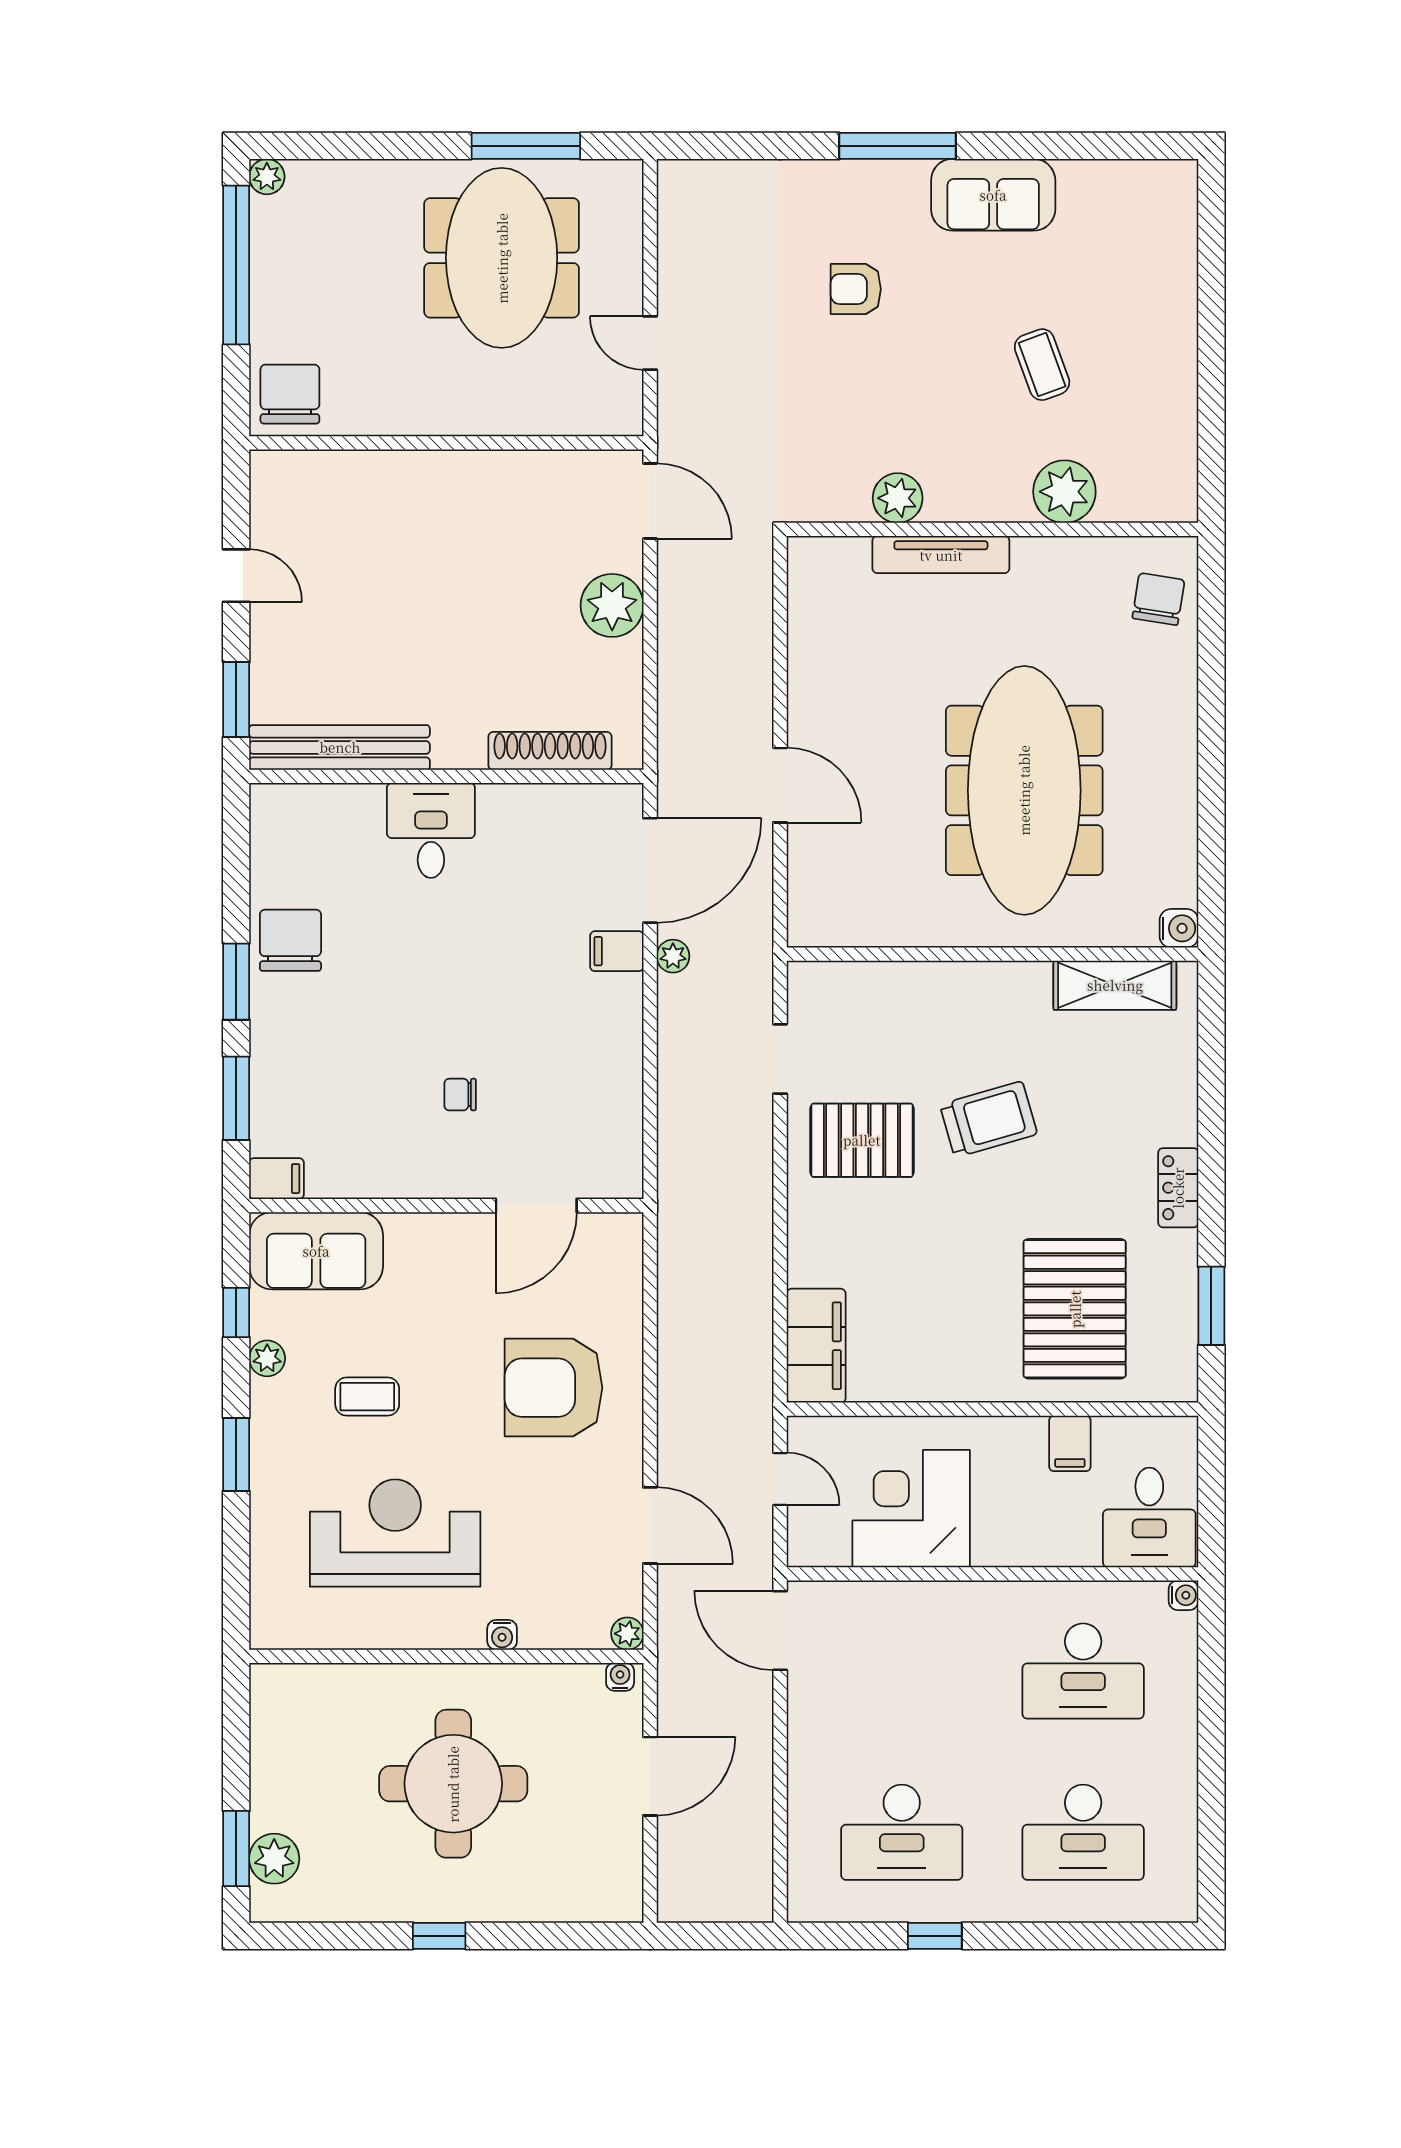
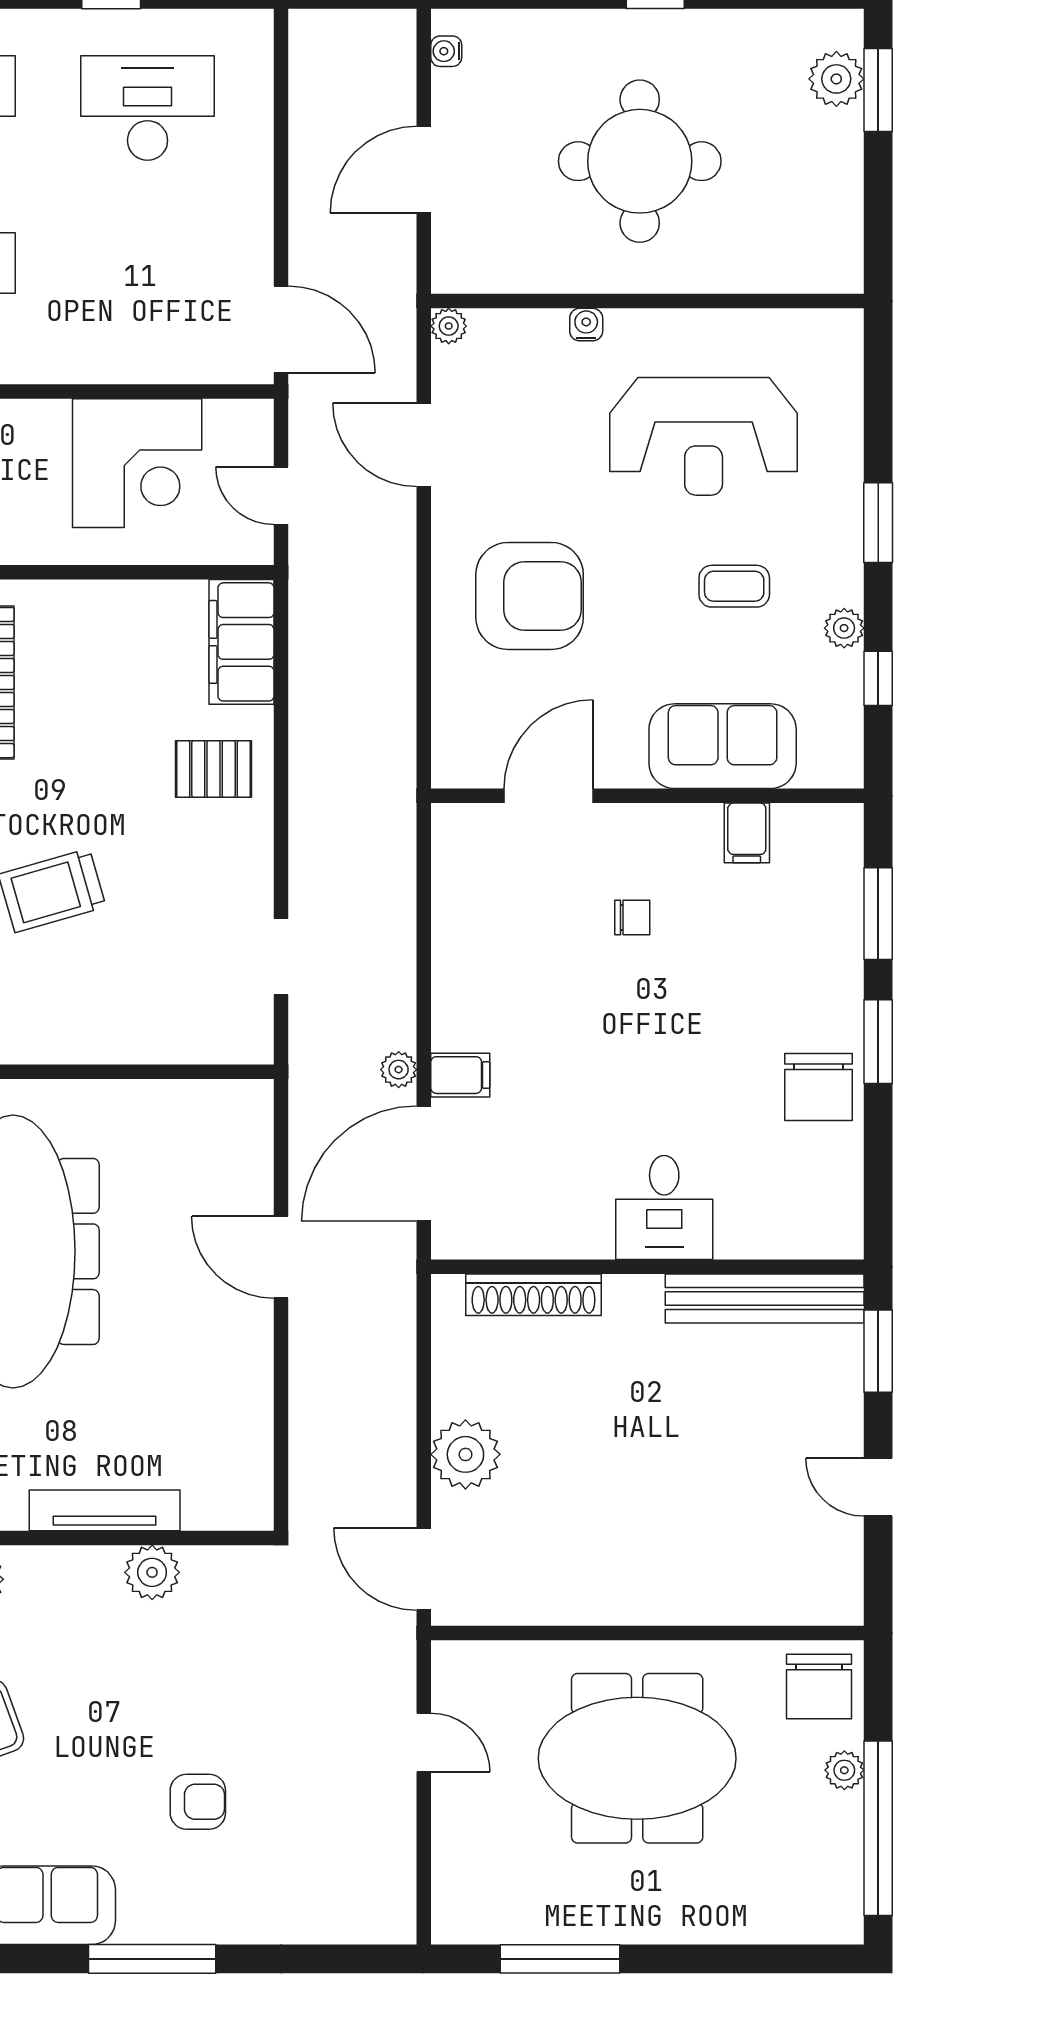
plant: (267, 177) -> (844, 1770), moved
meeting table: (502, 258) -> (637, 1758), moved, turned 90
pallet: (862, 1140) -> (214, 769), moved, width x0.67, depth x0.71
filing cabinet: (276, 1179) -> (747, 833), moved, turned -90
sofa: (316, 1251) -> (723, 746), moved
water cooler: (620, 1677) -> (446, 51), moved, turned 90

